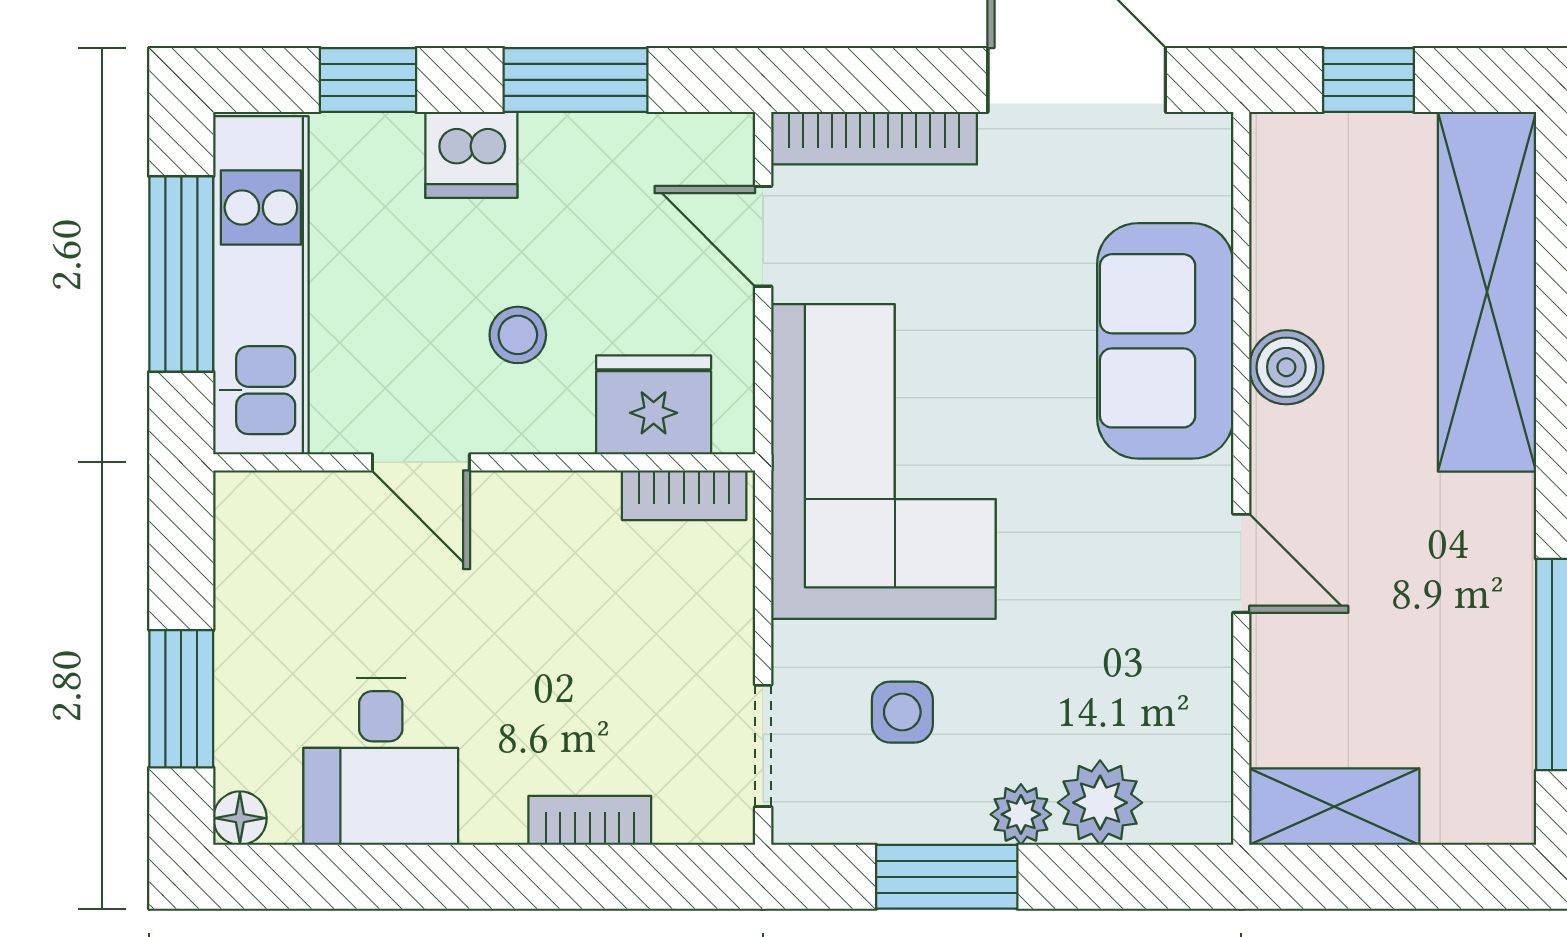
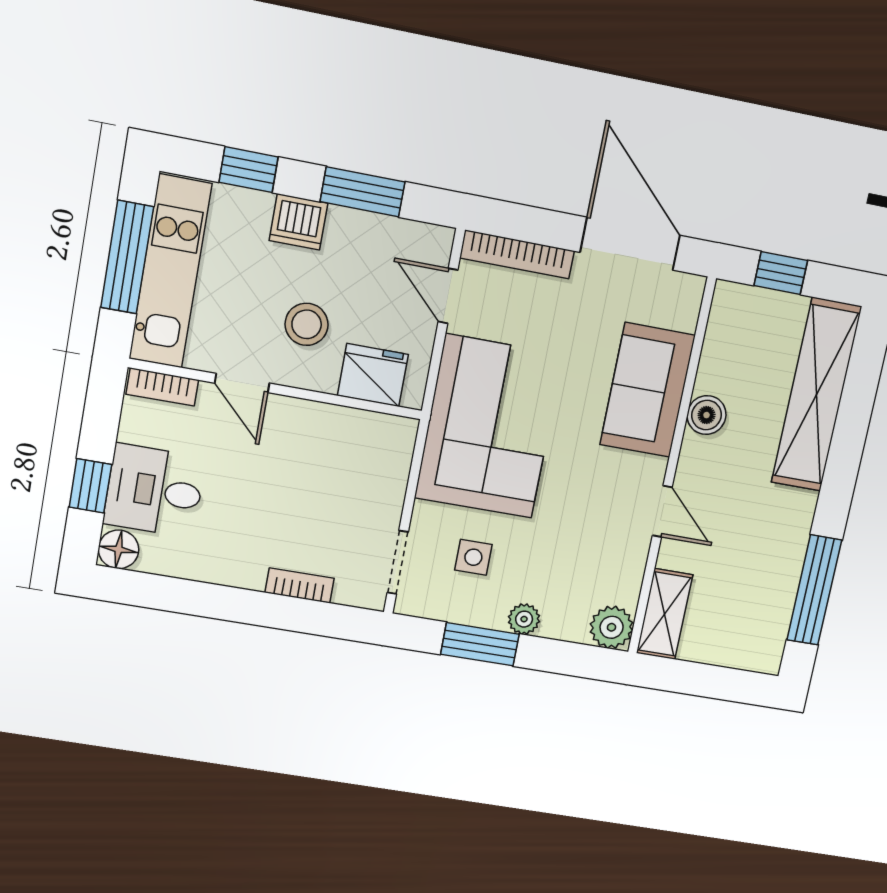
stool: (518, 335) -> (307, 324), width x1.37, depth x1.37
bookcase: (684, 495) -> (162, 387), moved
window: (181, 699) -> (90, 486), width x0.67
desk: (381, 761) -> (154, 491), moved, turned 90
plant: (1100, 803) -> (612, 627), moved
shelving: (1334, 807) -> (665, 614), moved, turned 90
floor lamp: (240, 818) -> (119, 549), width x1.37, depth x1.37

